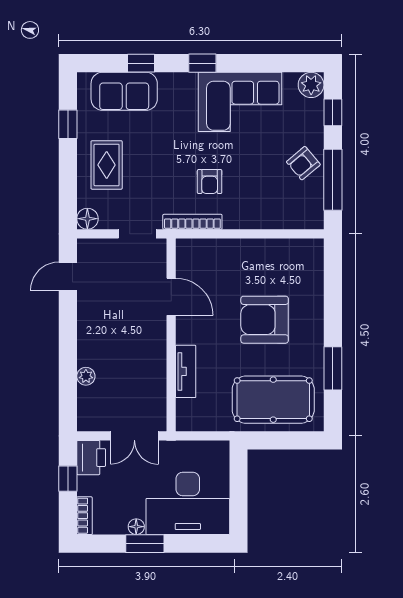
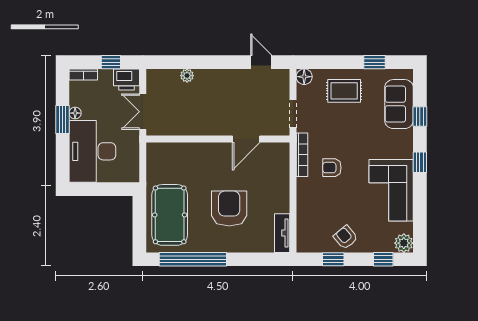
window: (333, 180) -> (333, 259), width x0.46
window: (333, 368) -> (193, 259), width x2.11
tv unit: (186, 371) -> (282, 233), moved, turned 90

